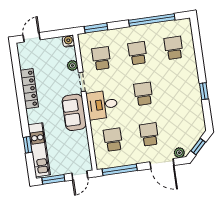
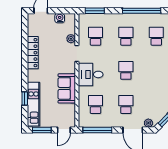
water cooler: (68, 41) -> (60, 18), moved
sofa: (74, 112) -> (67, 88), moved

